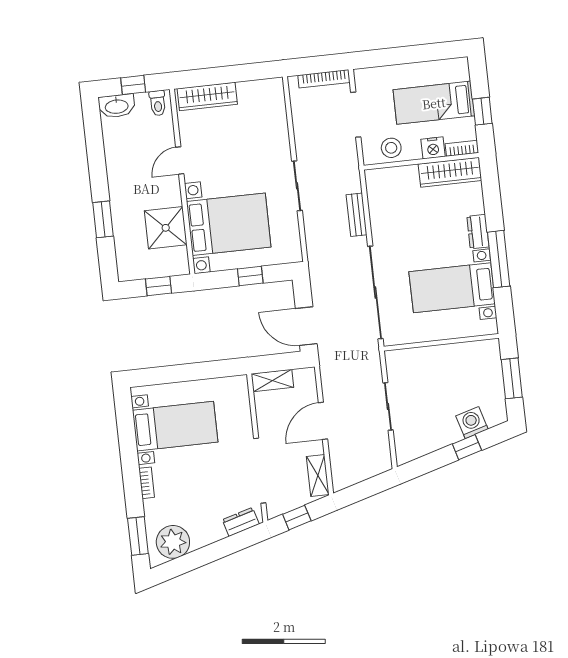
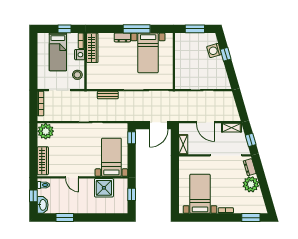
plant: (268, 96) -> (46, 131), added
window: (103, 219) -> (65, 218), moved
bed with nightstands: (229, 224) -> (111, 157), width x0.73
window: (250, 276) -> (132, 138), moved
plant: (173, 542) -> (251, 184), moved

